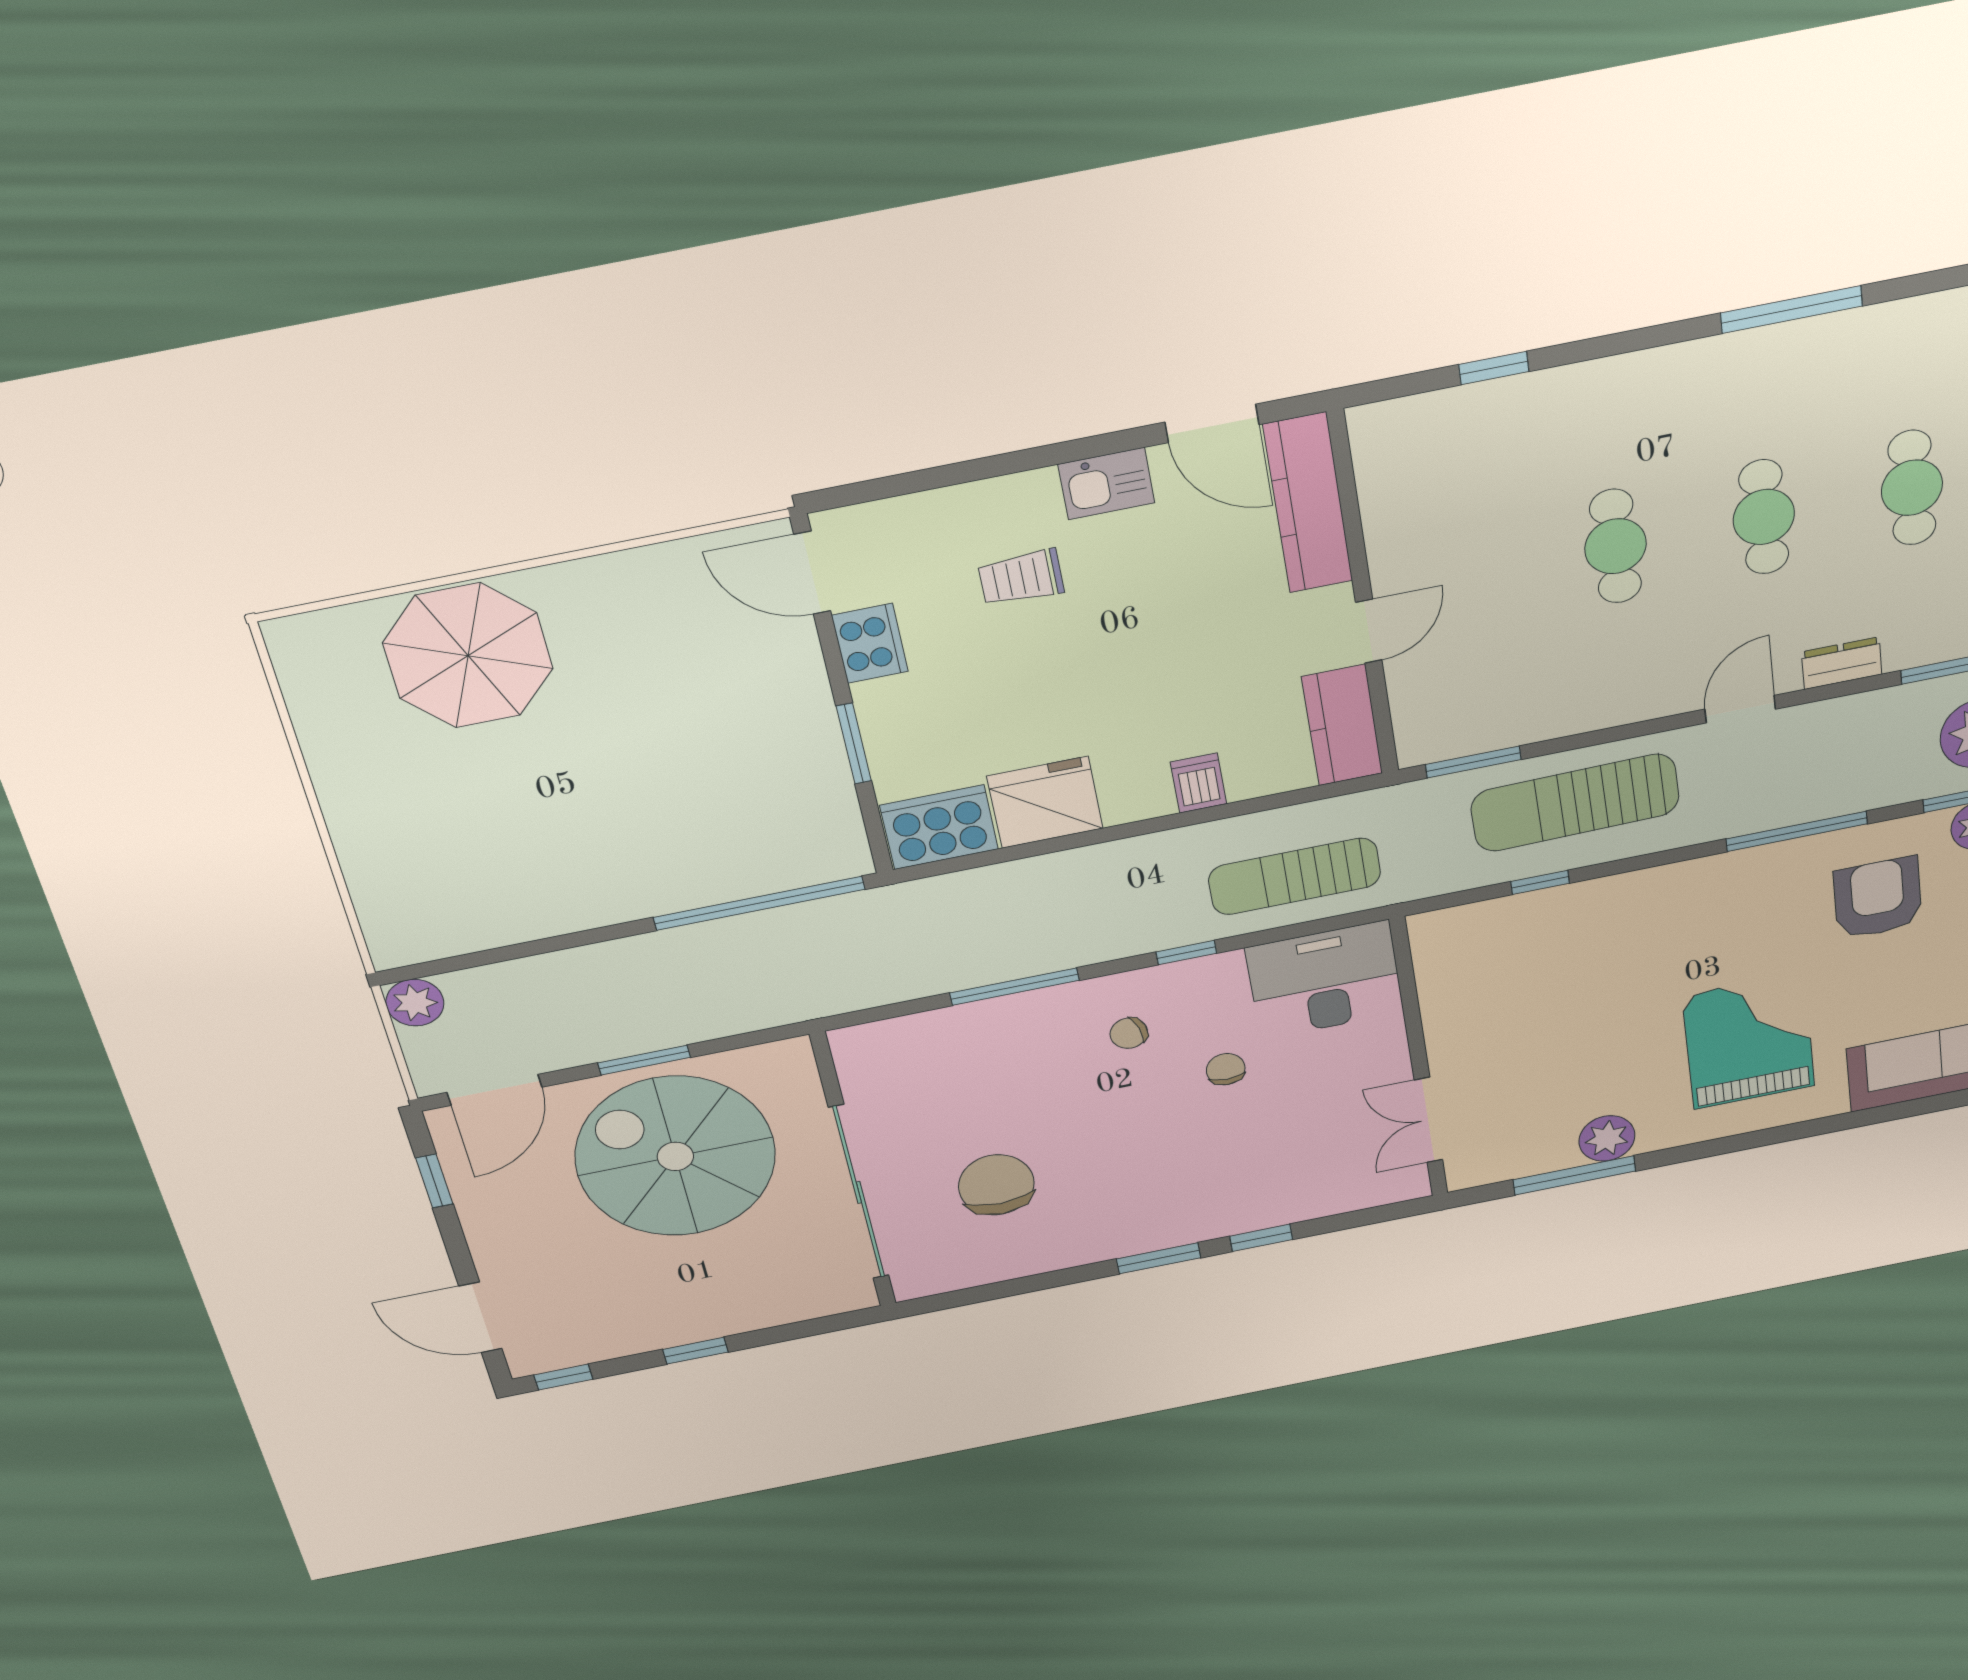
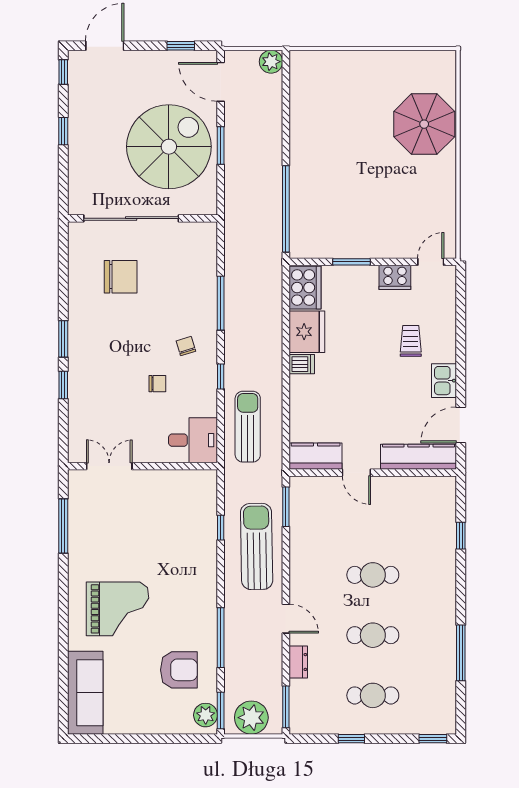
door: (812, 573) -> (431, 262), width x0.73
dishwasher: (1198, 783) -> (302, 364), moved
desk: (1325, 980) -> (193, 440), width x0.73
plant: (1607, 1138) -> (80, 542), removed

